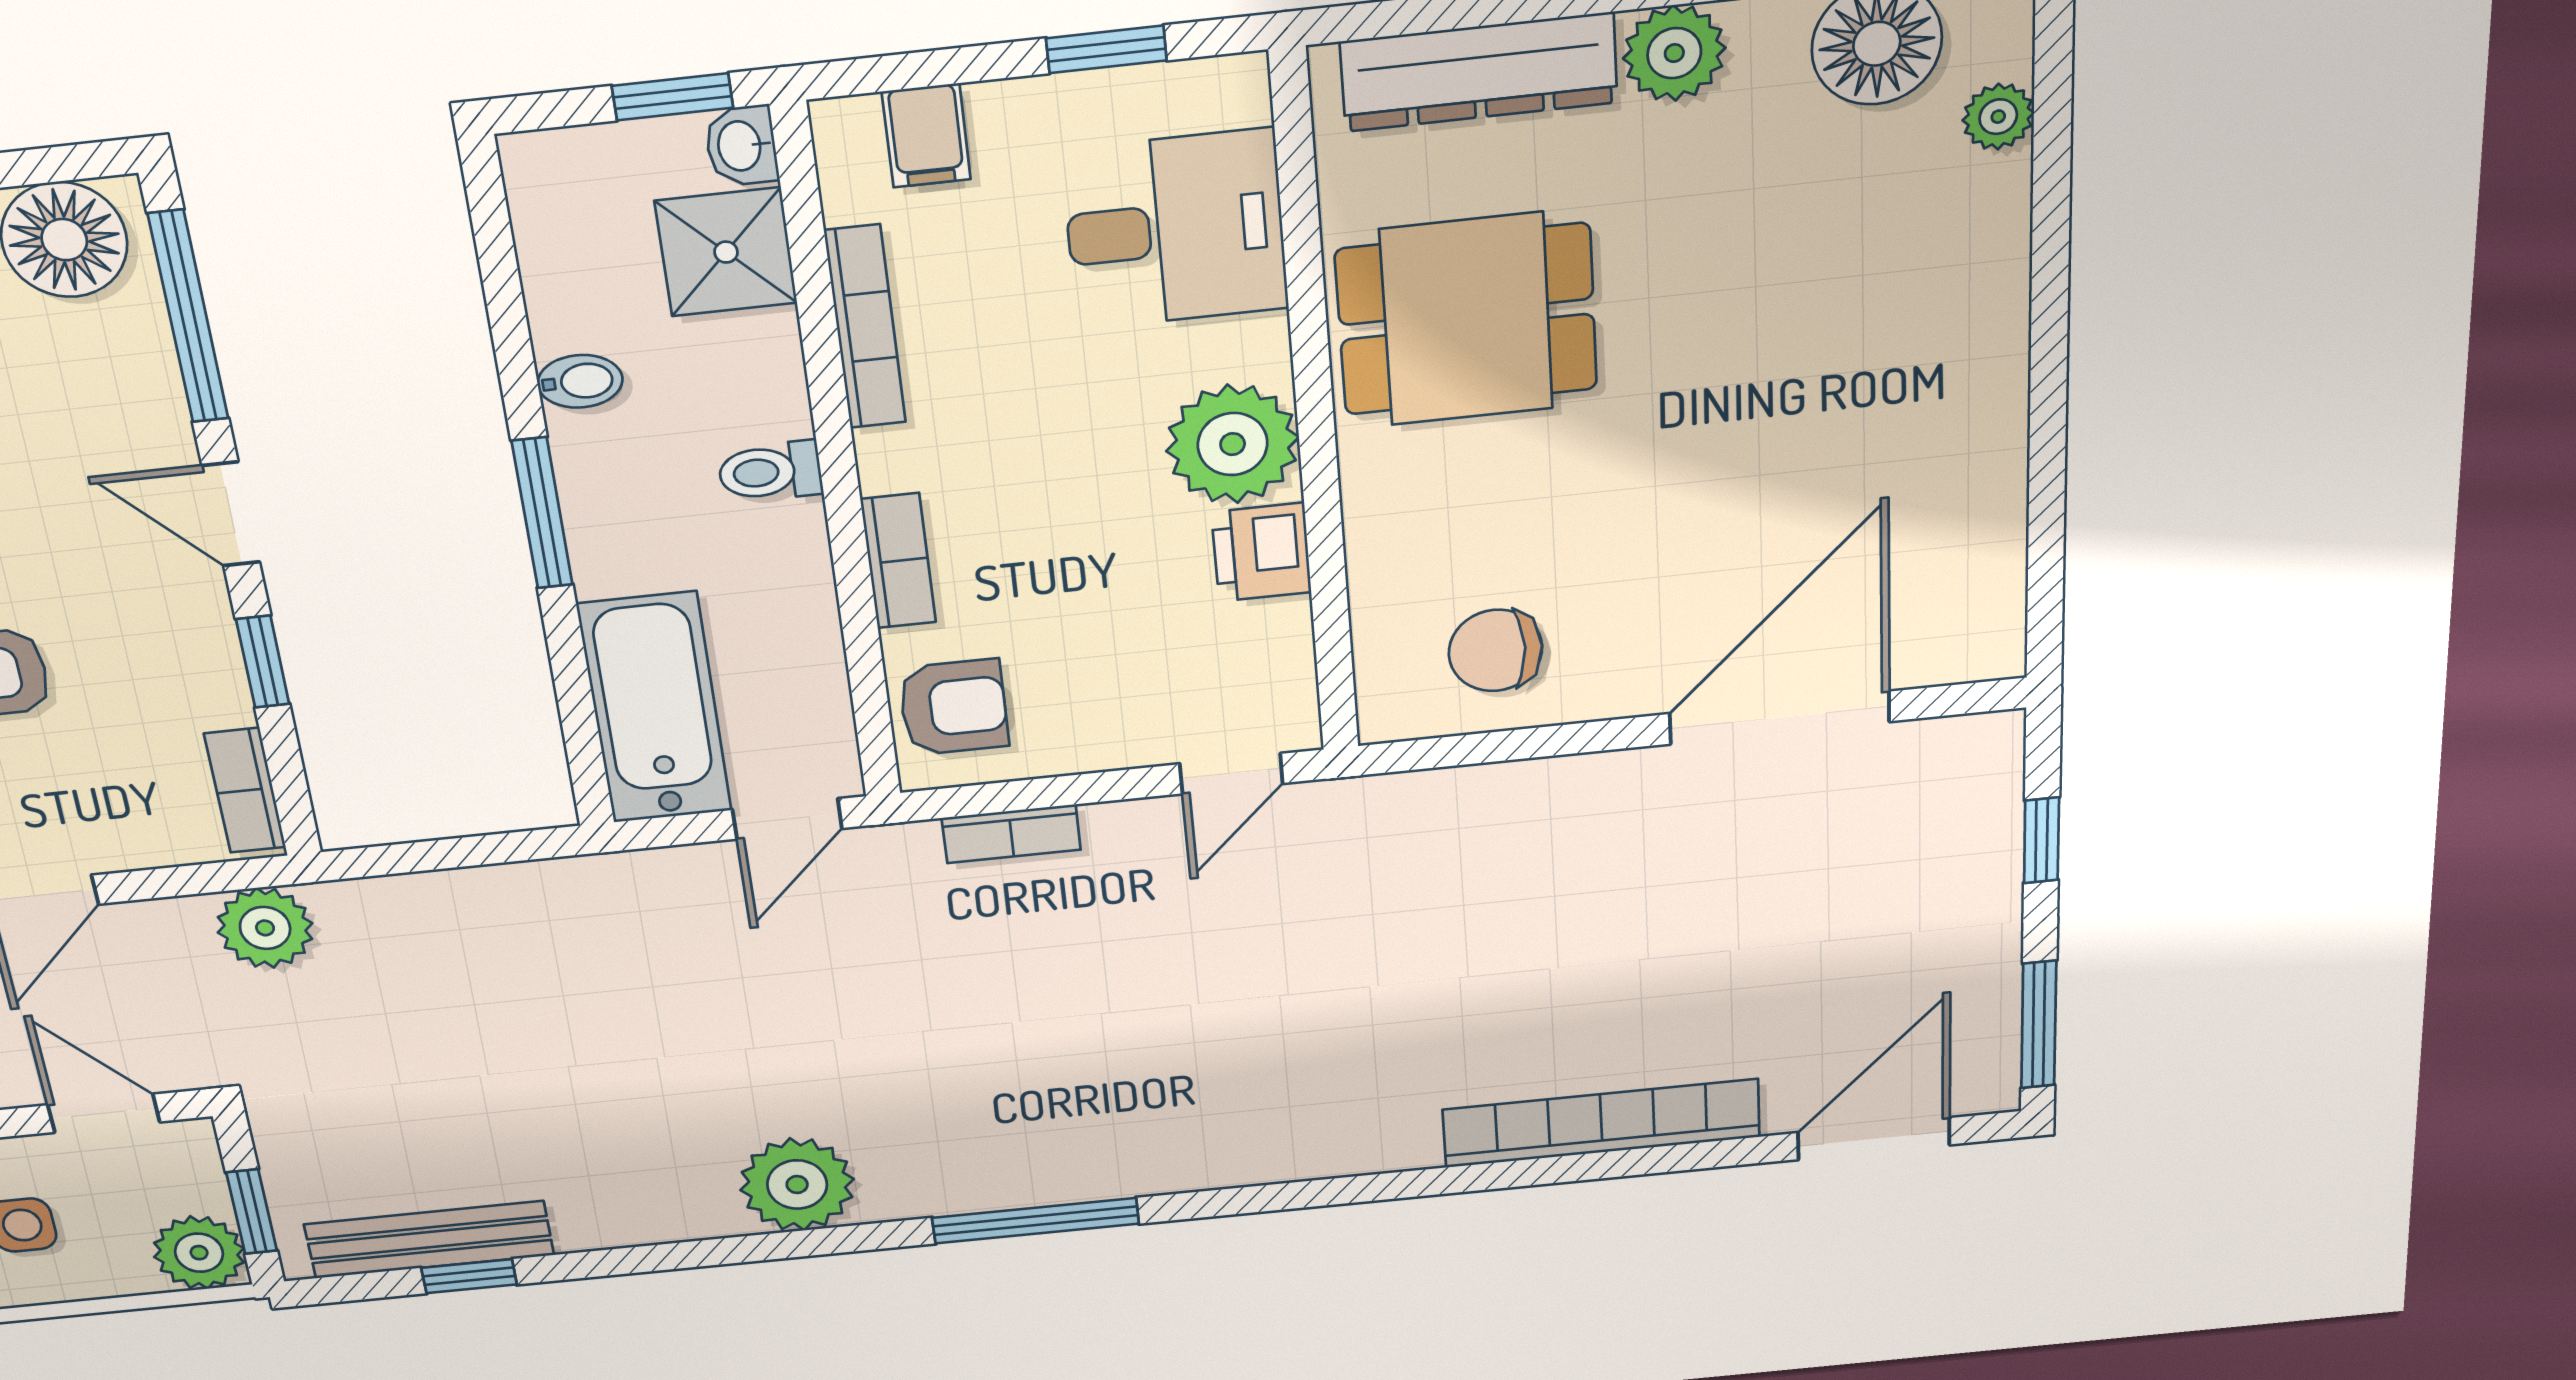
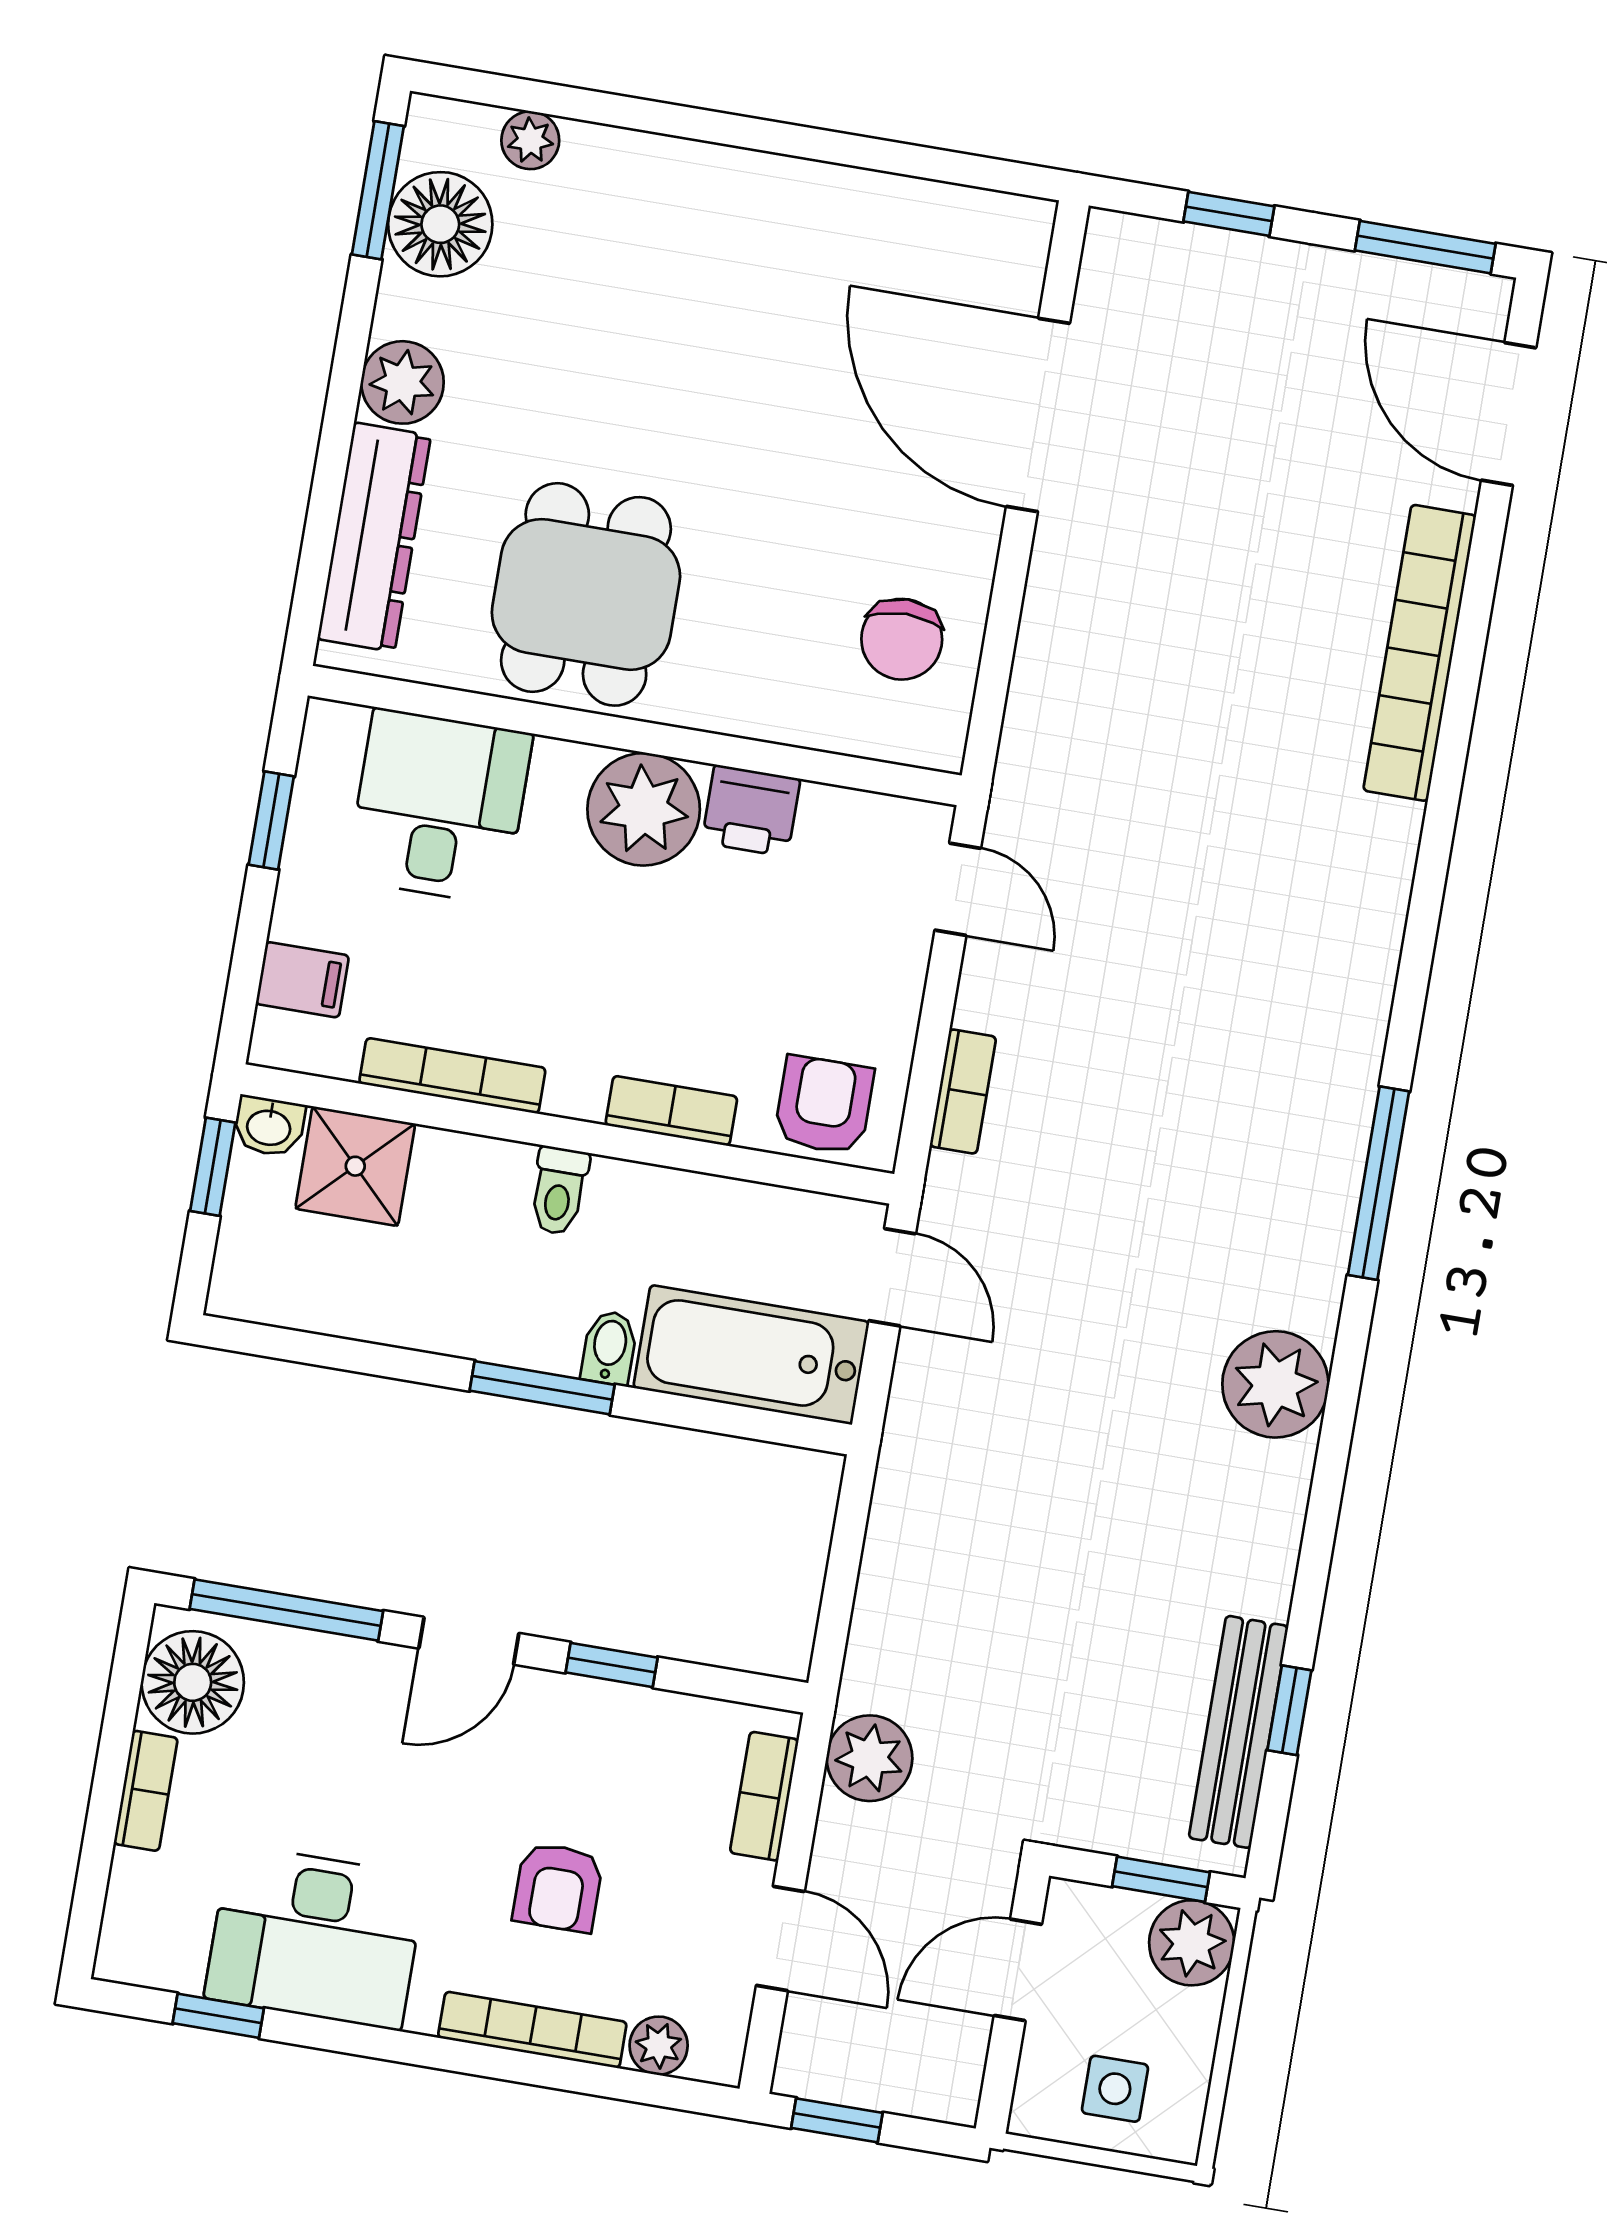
bidet: (580, 381) -> (609, 1348), moved
bookcase: (245, 790) -> (764, 1796), moved, turned 90

